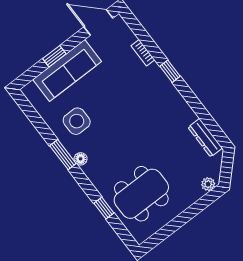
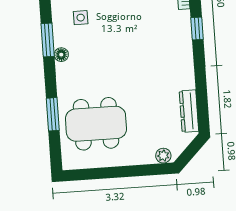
side table: (77, 121) -> (81, 18), width x0.54, depth x0.54
window: (104, 208) -> (53, 114), width x1.50

